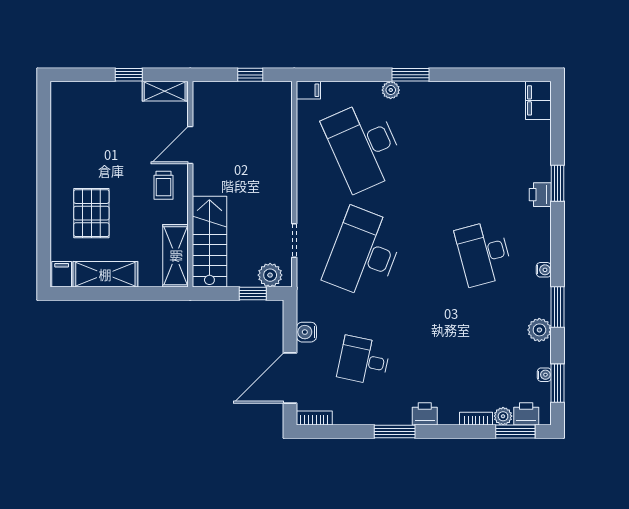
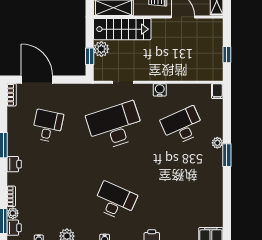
desk: (364, 146) -> (182, 126), width x0.73, depth x0.77
desk: (364, 253) -> (115, 126), turned -39
desk: (484, 253) -> (115, 201), turned 39
plant: (270, 275) -> (101, 49), moved
water cooler: (306, 332) -> (160, 90), moved

